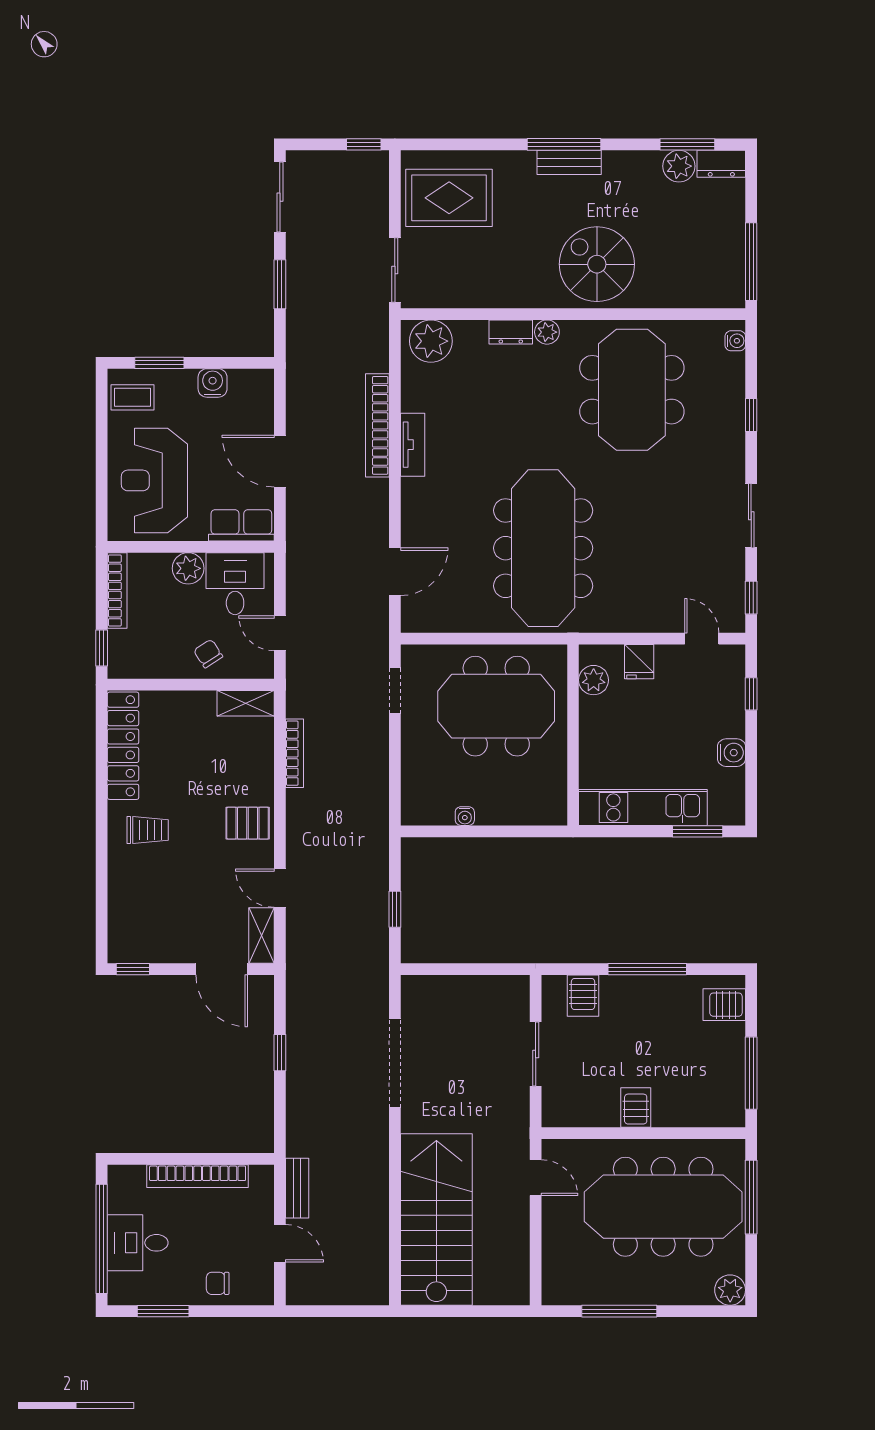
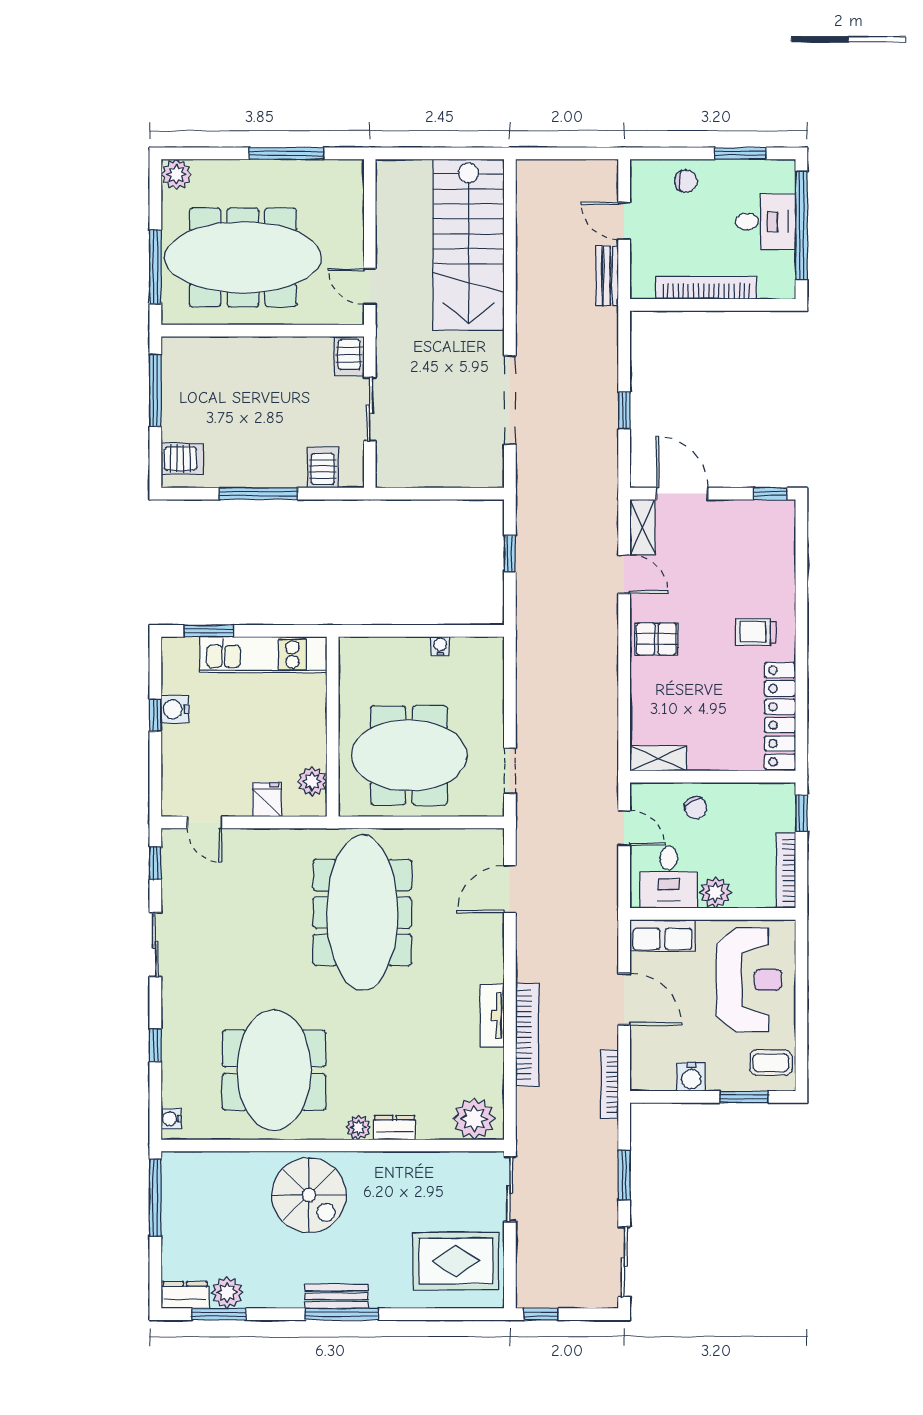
window: (751, 694) -> (155, 715), moved
bookcase: (294, 753) -> (610, 1084), moved
server rack: (636, 1107) -> (349, 356), moved

